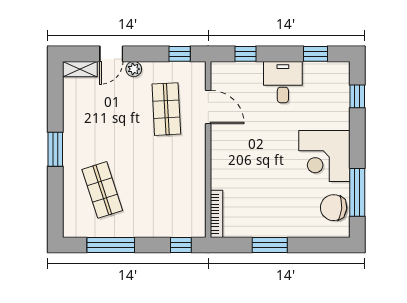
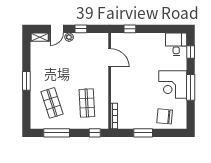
window: (180, 54) -> (81, 29), moved
window: (315, 54) -> (168, 29), removed
desk: (283, 82) -> (176, 44), moved
shop shelf: (166, 109) -> (87, 103), moved
window: (357, 192) -> (191, 87), moved
chair: (334, 208) -> (165, 116), moved

